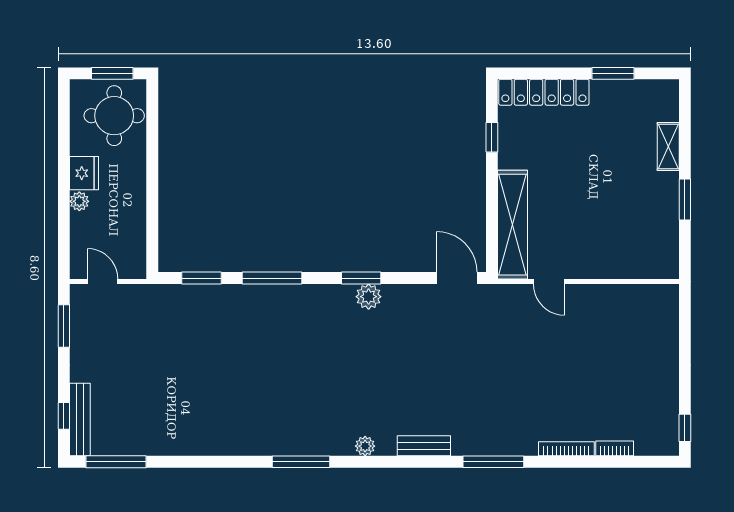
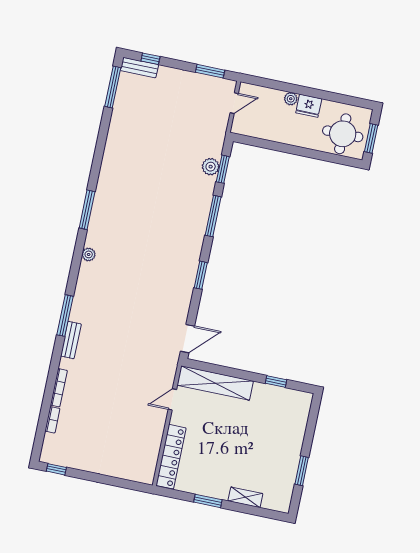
locker: (544, 92) -> (171, 457), moved, turned 180
plant: (369, 297) -> (211, 167), moved
bench: (80, 419) -> (139, 68), width x0.73
bench: (424, 446) -> (71, 340), moved
window: (493, 462) -> (65, 316), moved

